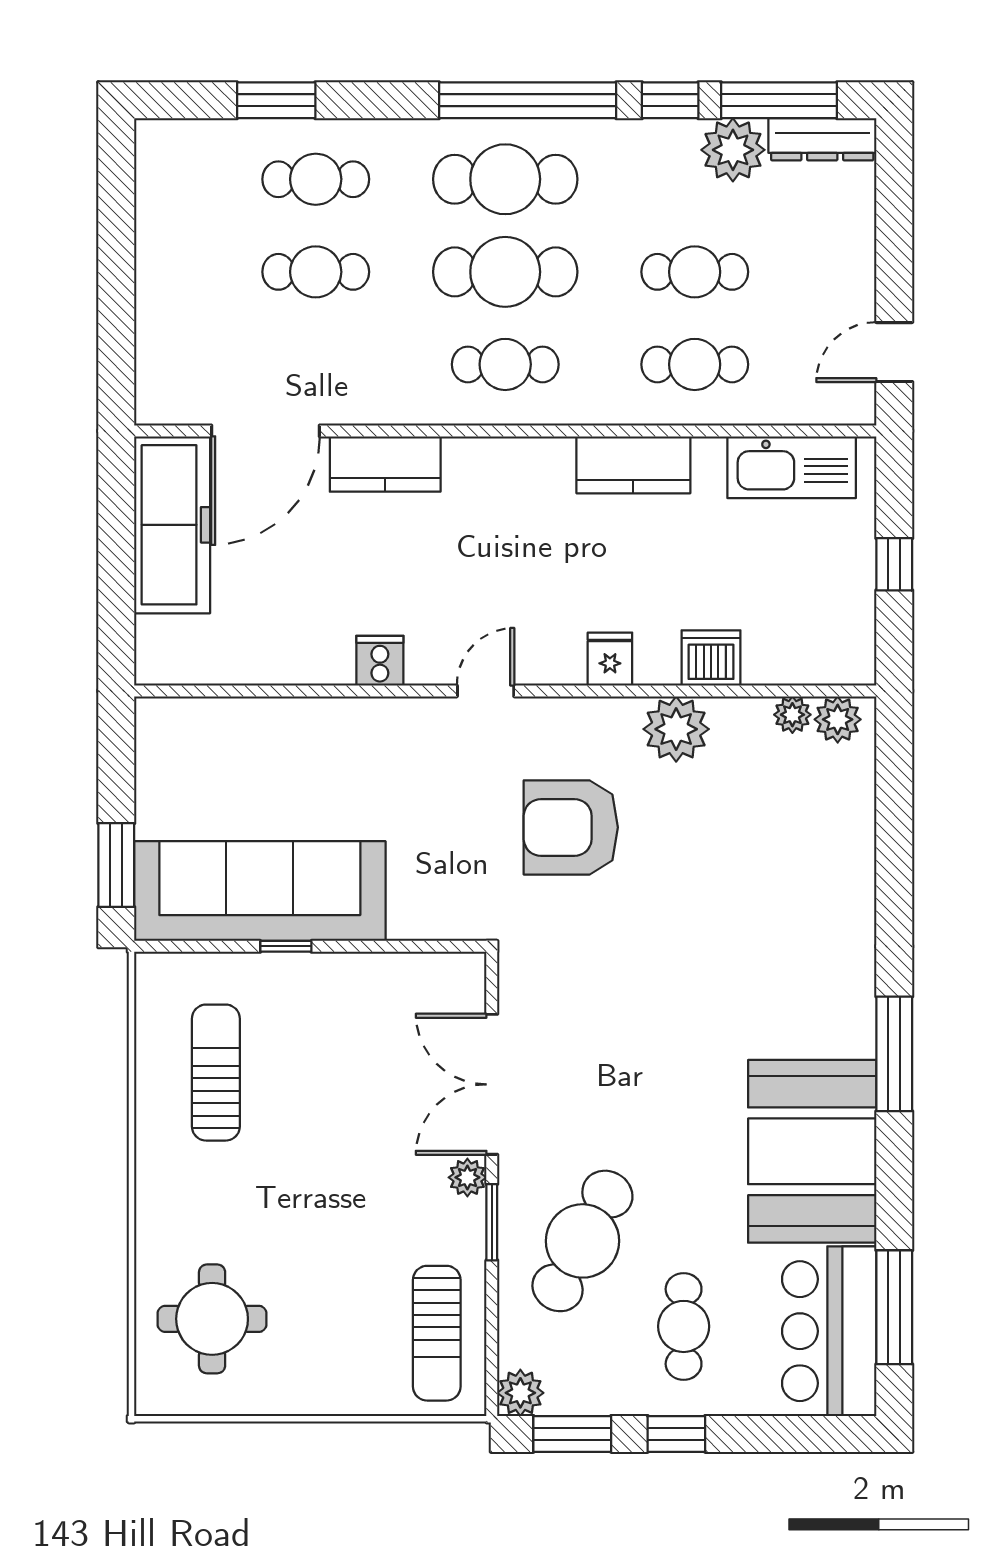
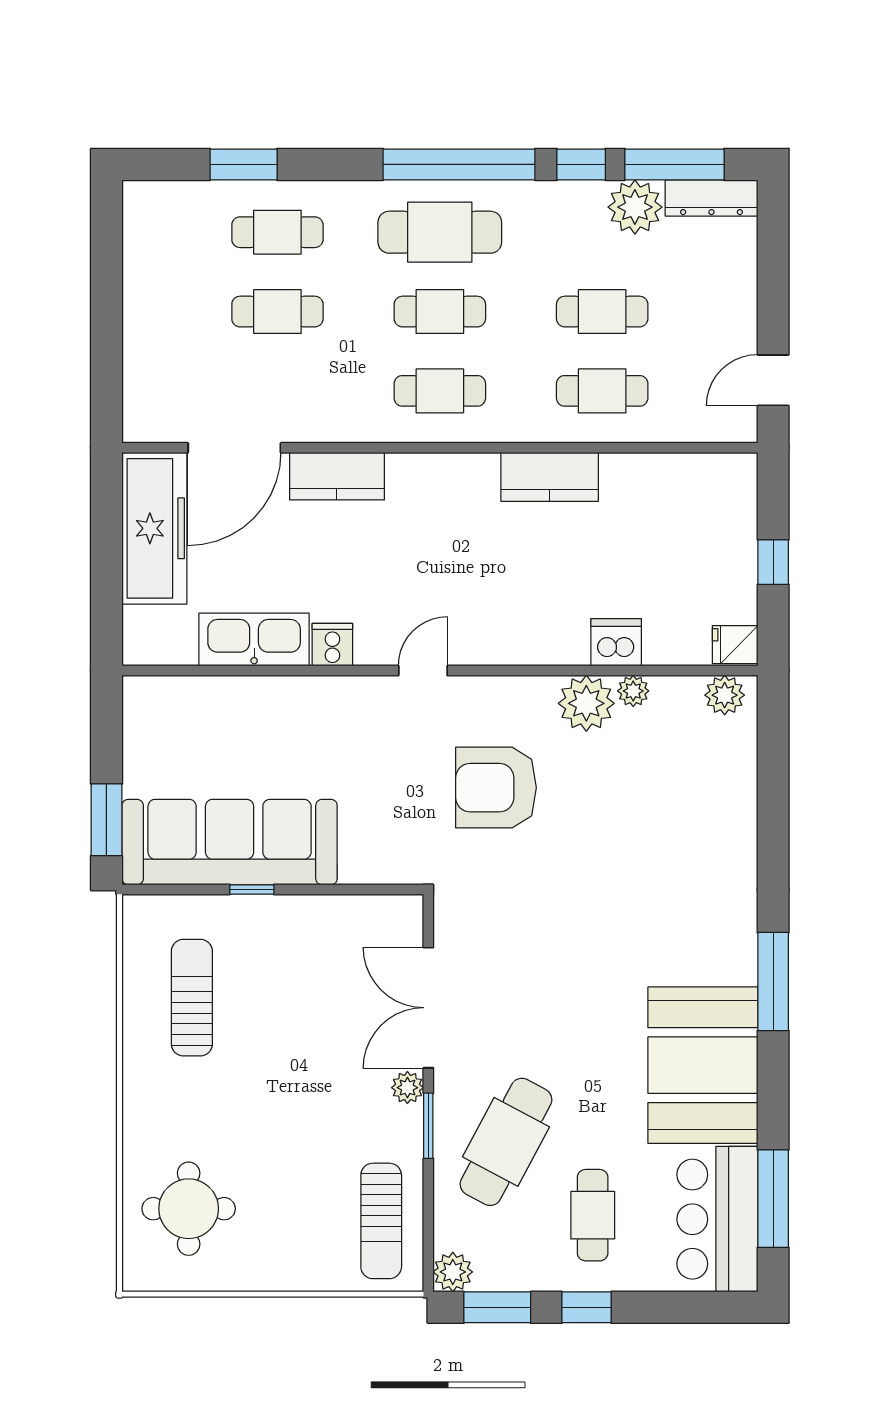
cafe table: (505, 272) -> (440, 312), width x0.73, depth x0.74
kitchen sink: (792, 467) -> (254, 640), moved, turned 180
fridge: (610, 659) -> (735, 645), moved, turned -90
plant: (792, 715) -> (633, 691), moved

